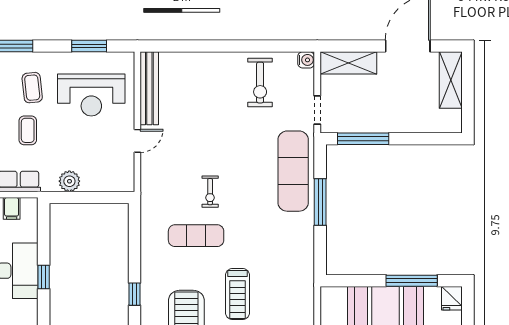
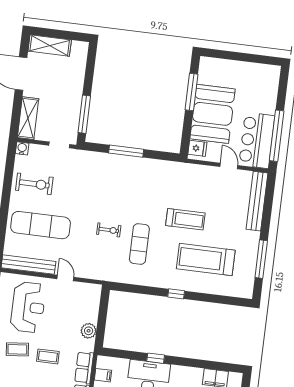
exercise mat: (293, 171) -> (41, 225), moved
fridge: (452, 298) -> (197, 148), moved

